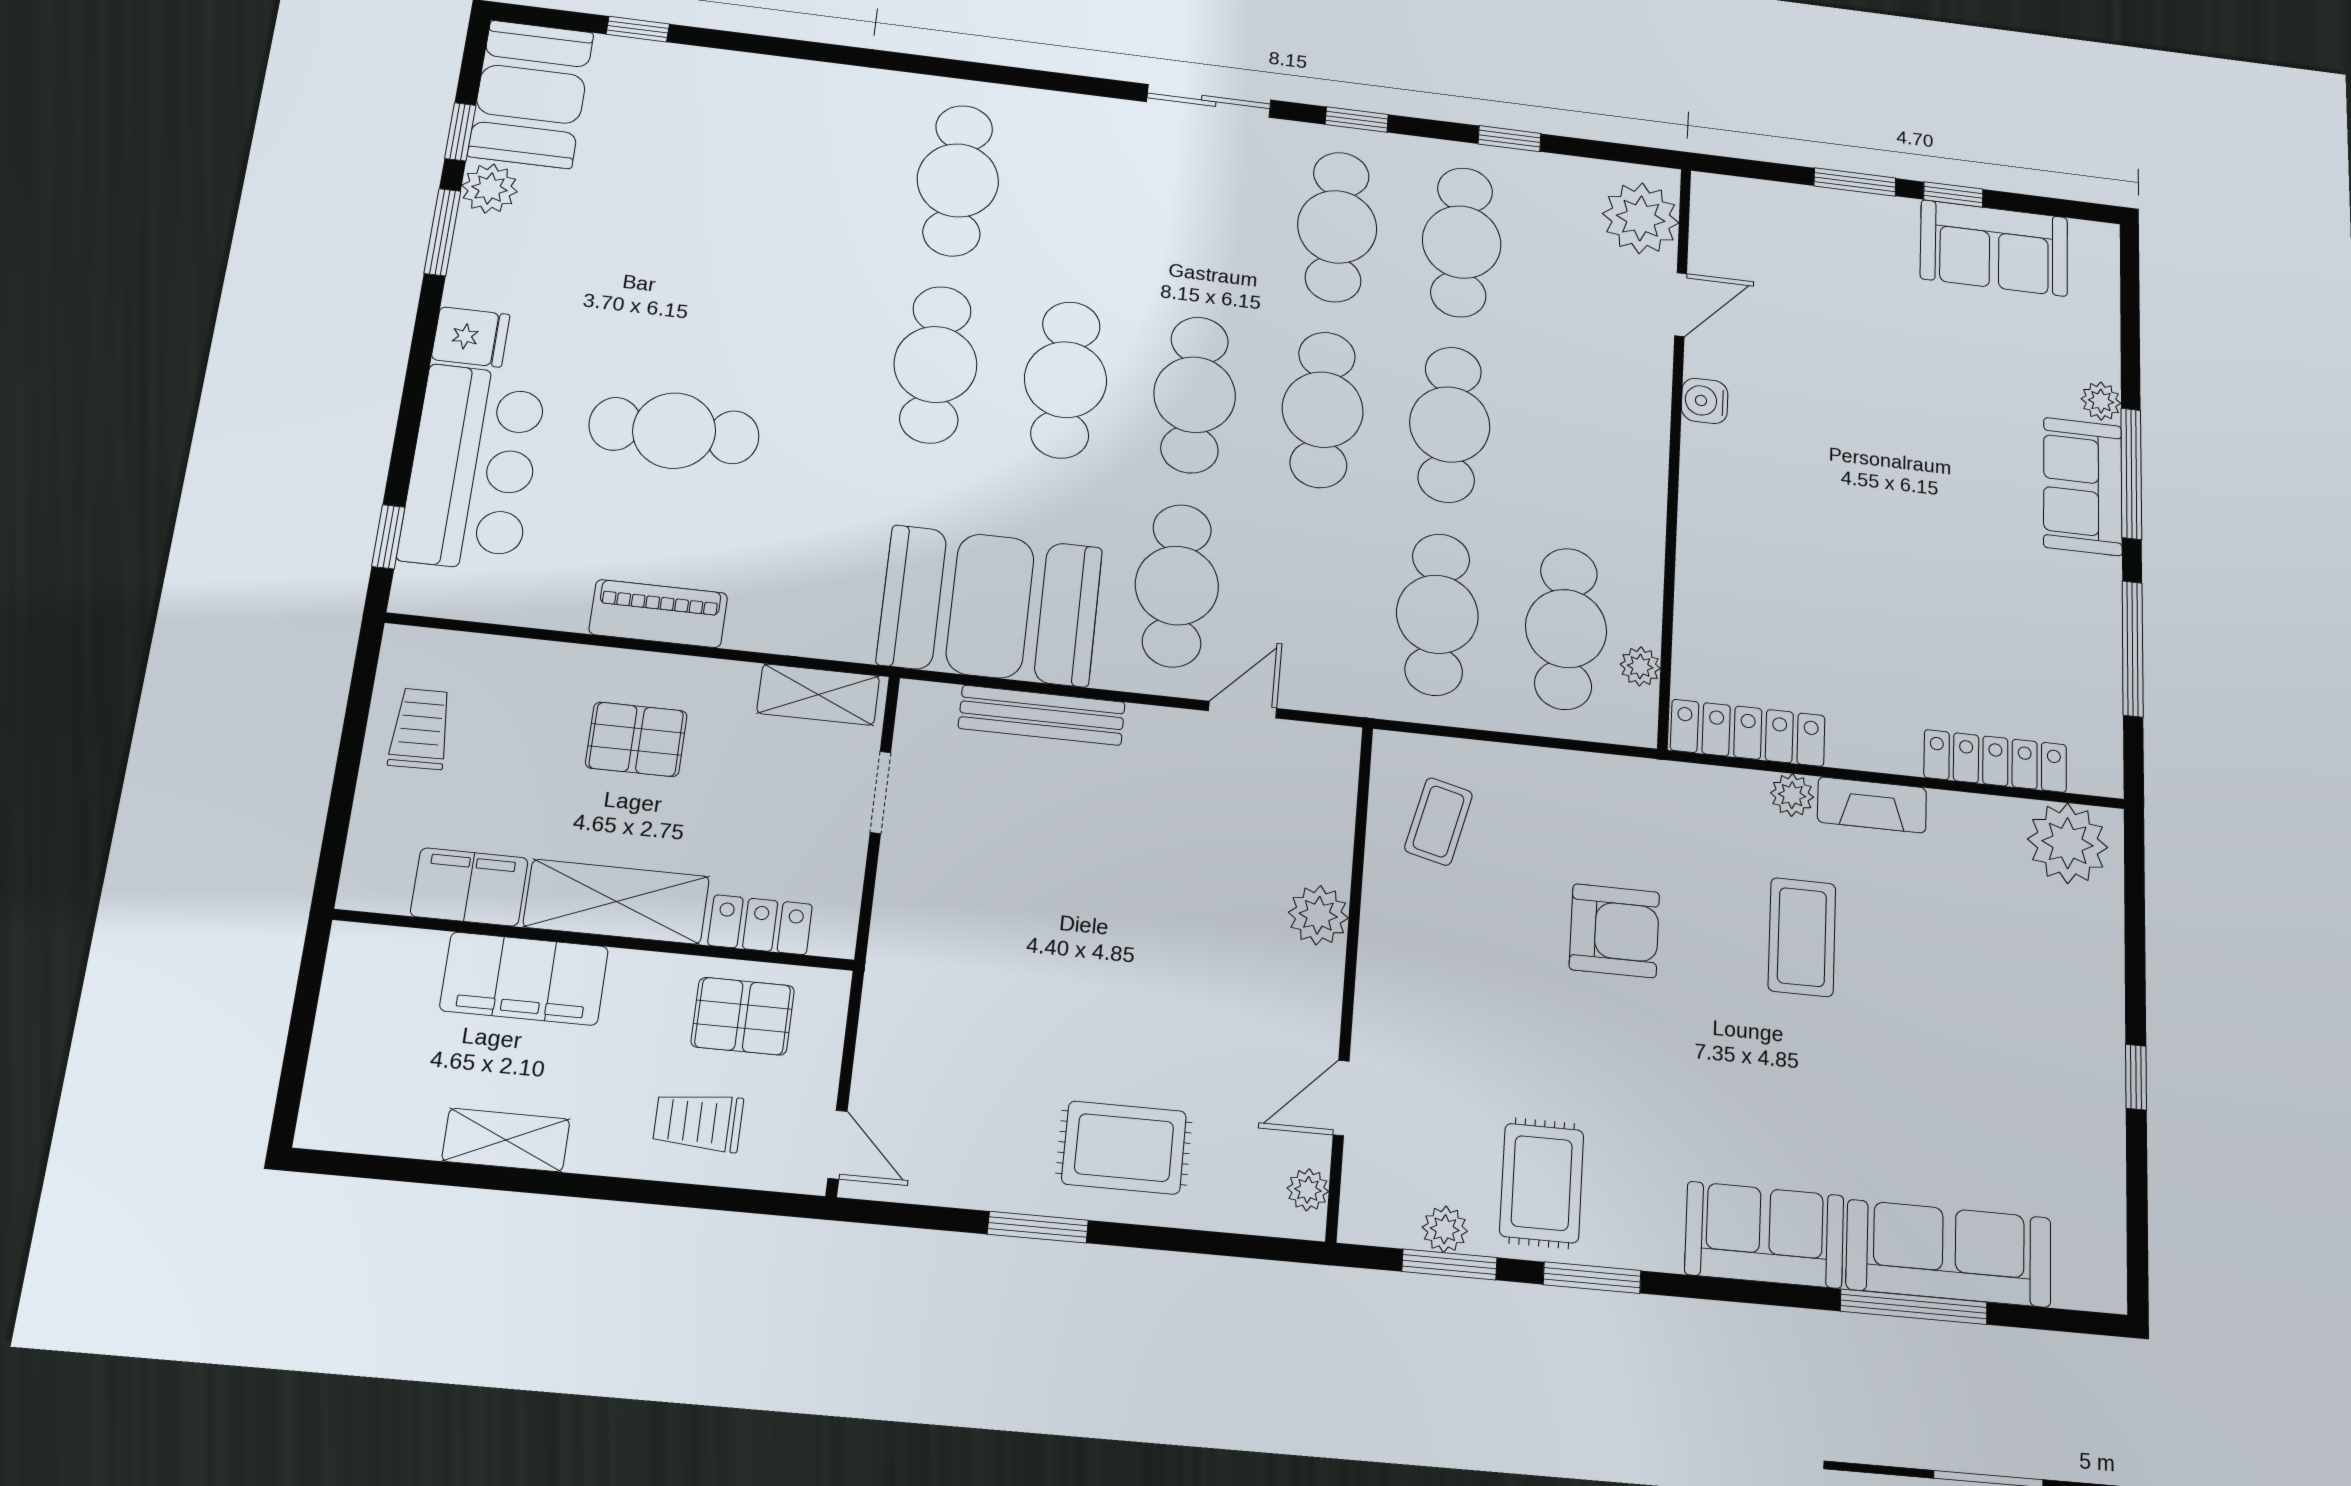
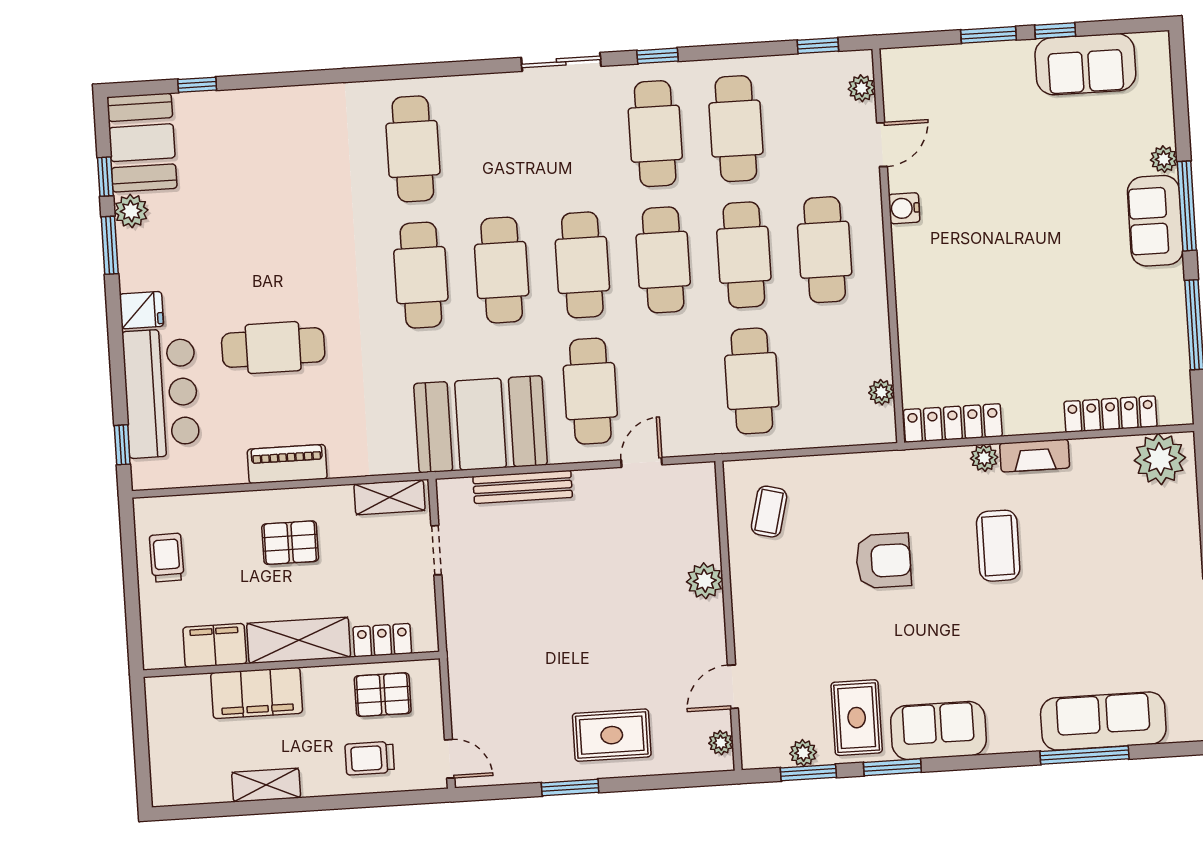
window: (1509, 139) -> (818, 46), moved
plant: (1641, 218) -> (862, 88), width x0.53, depth x0.53
cafe table: (1566, 629) -> (825, 250), moved
sofa: (1764, 1235) -> (938, 731), moved

